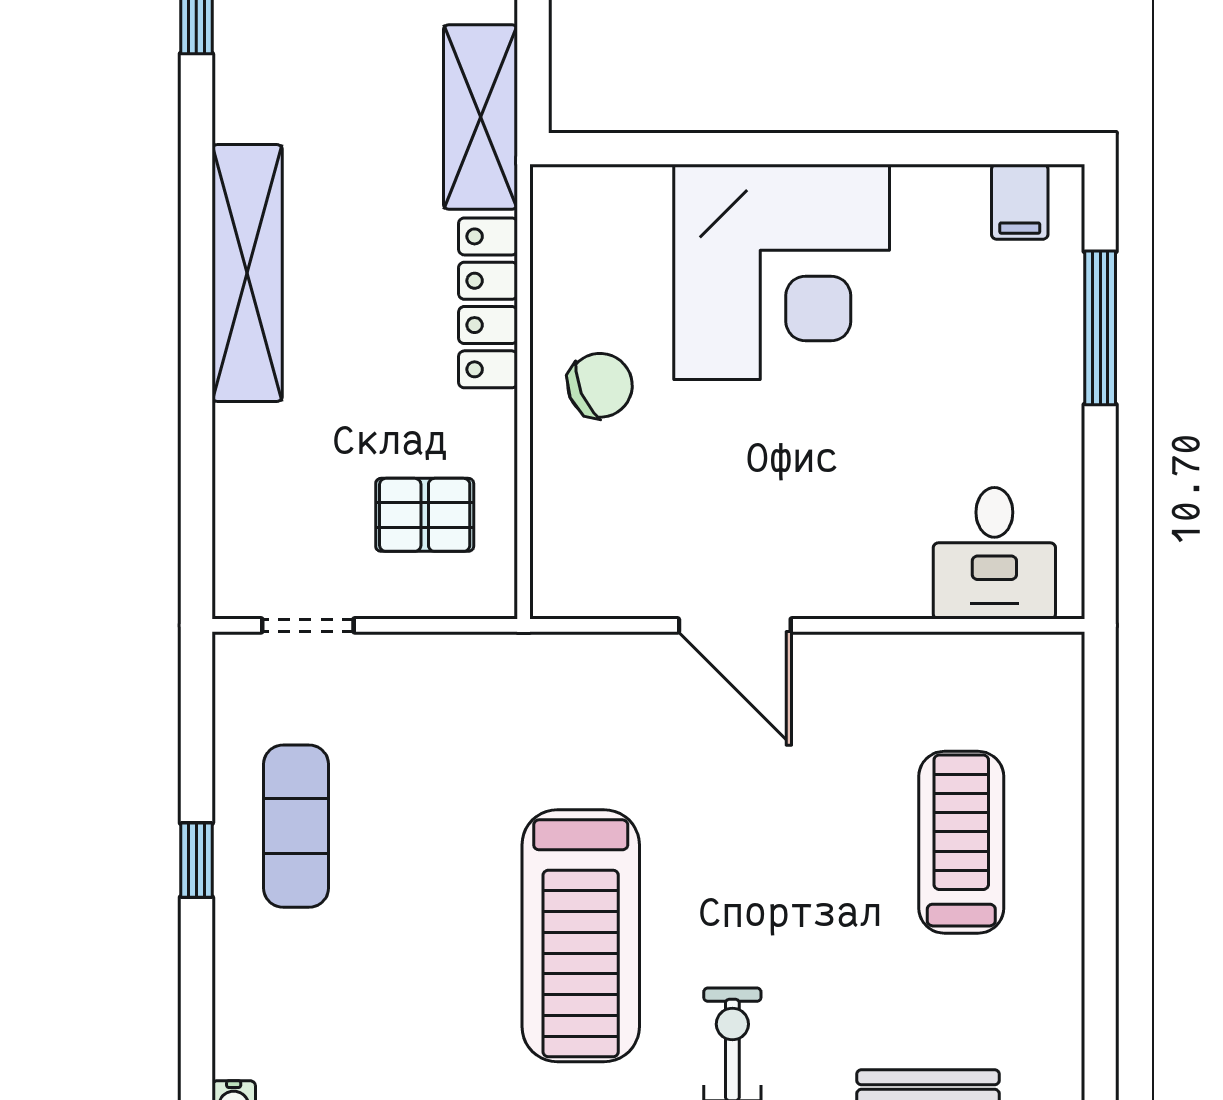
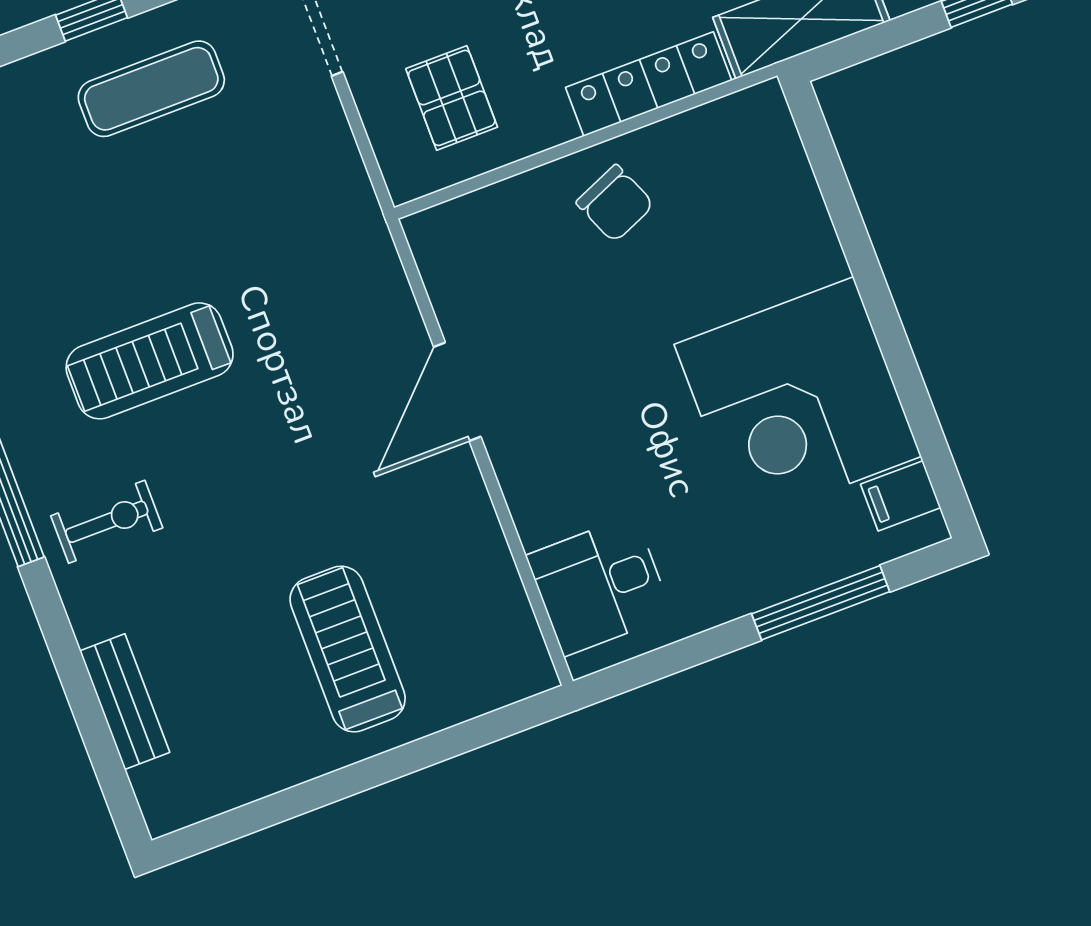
corner desk: (782, 272) -> (798, 400), moved
treadmill: (961, 842) -> (348, 649), turned -90
treadmill: (581, 936) -> (150, 361), width x0.73, depth x0.73

